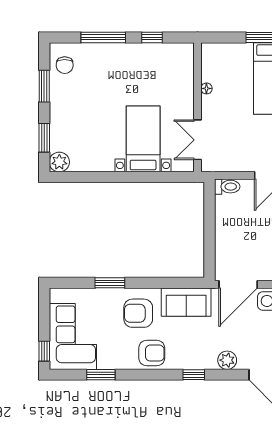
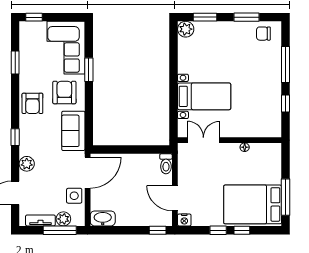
door: (238, 284) -> (88, 173), swing flipped
corner sofa: (73, 337) -> (66, 48), moved, turned 90

